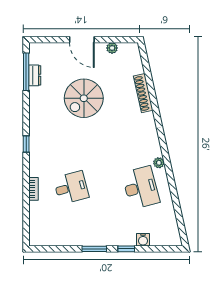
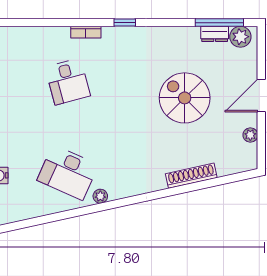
plant: (37, 56) -> (240, 37), added
desk: (141, 188) -> (68, 172), turned 39
bookcase: (33, 189) -> (86, 32), moved

